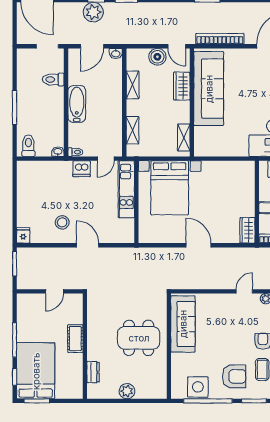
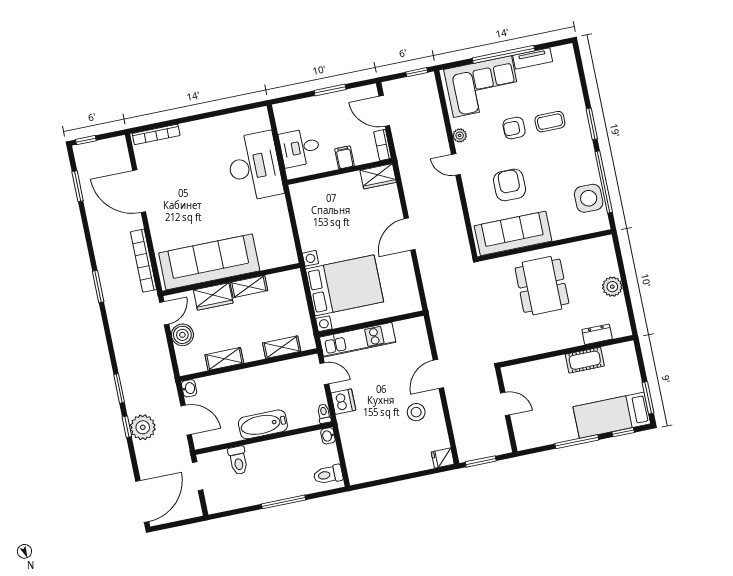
shelving: (184, 137) -> (249, 287), moved
cot: (75, 339) -> (585, 360), moved
bed: (36, 371) -> (612, 415), width x0.67
armchair: (234, 376) -> (510, 185), moved

